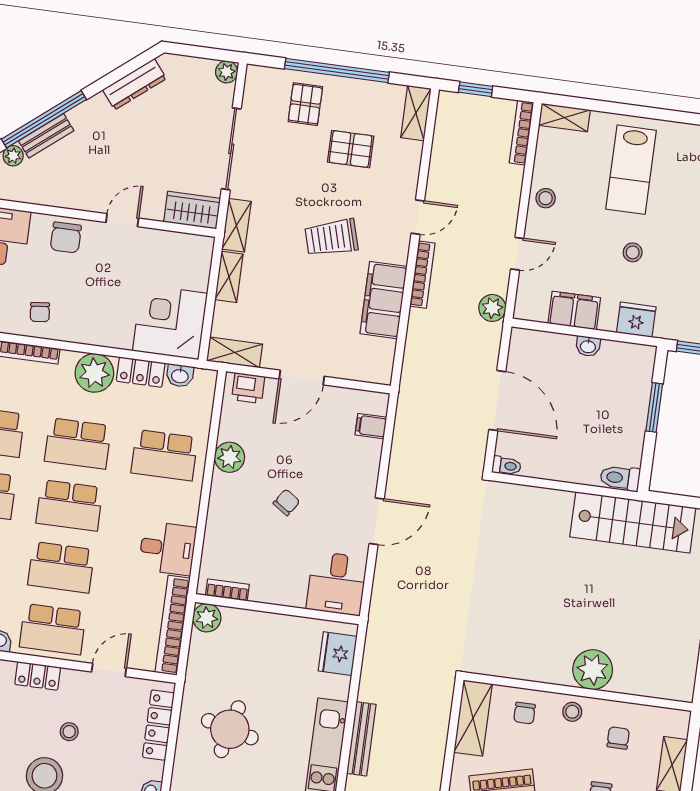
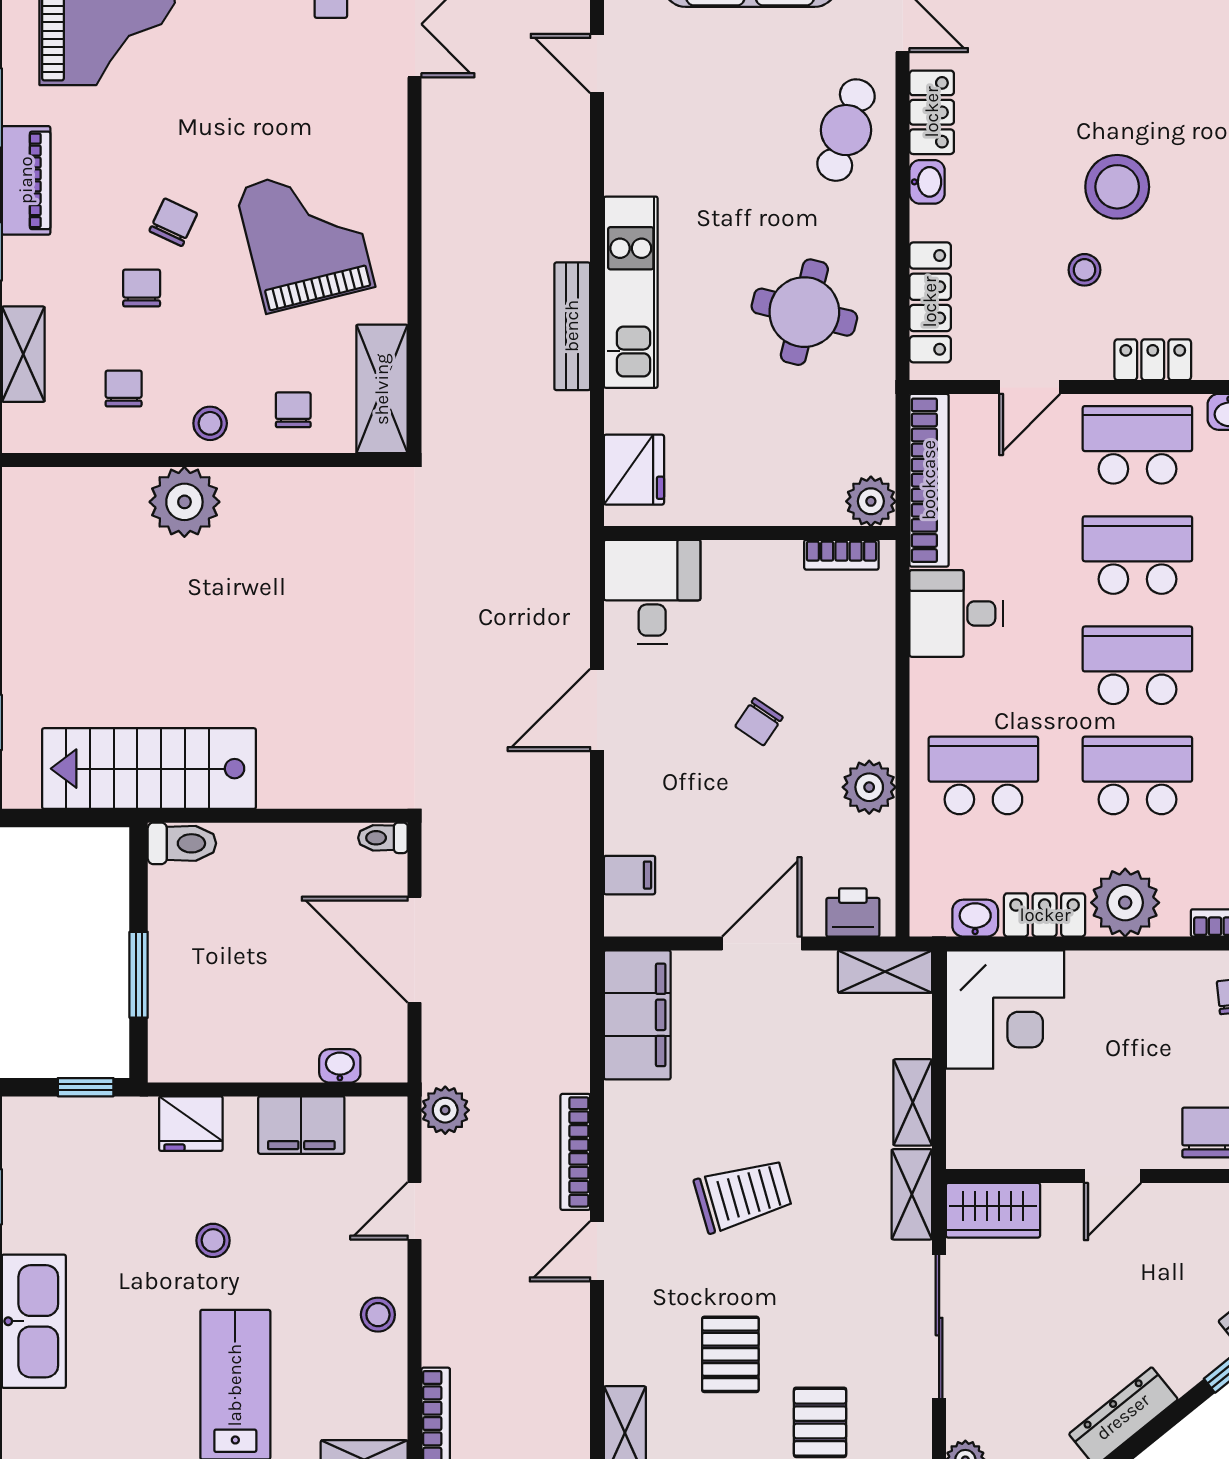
pallet: (351, 149) -> (730, 1354), turned 90
filing cabinet: (383, 300) -> (637, 1015), moved
washbasin: (588, 346) -> (340, 1066), moved
chair: (618, 738) -> (124, 388), turned 180

